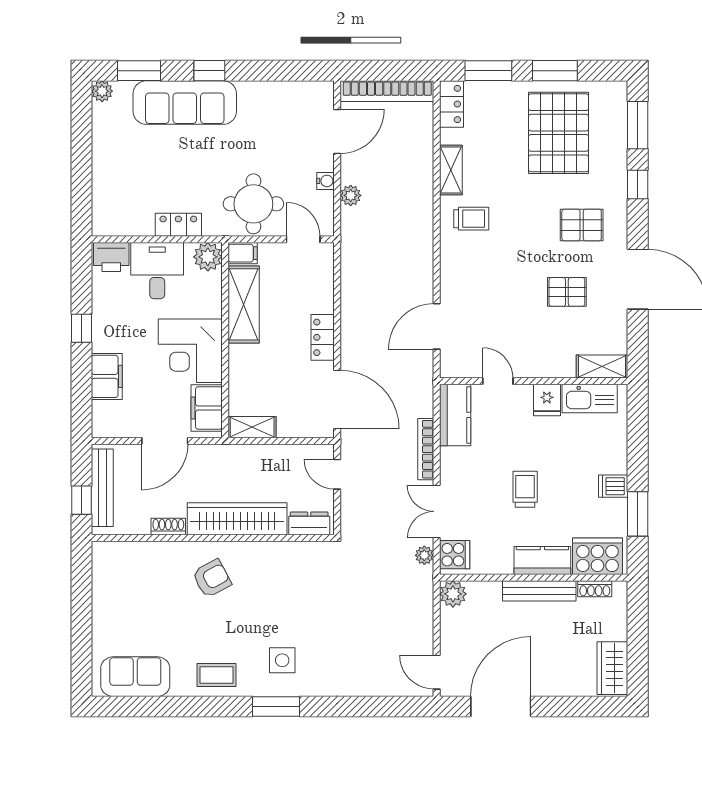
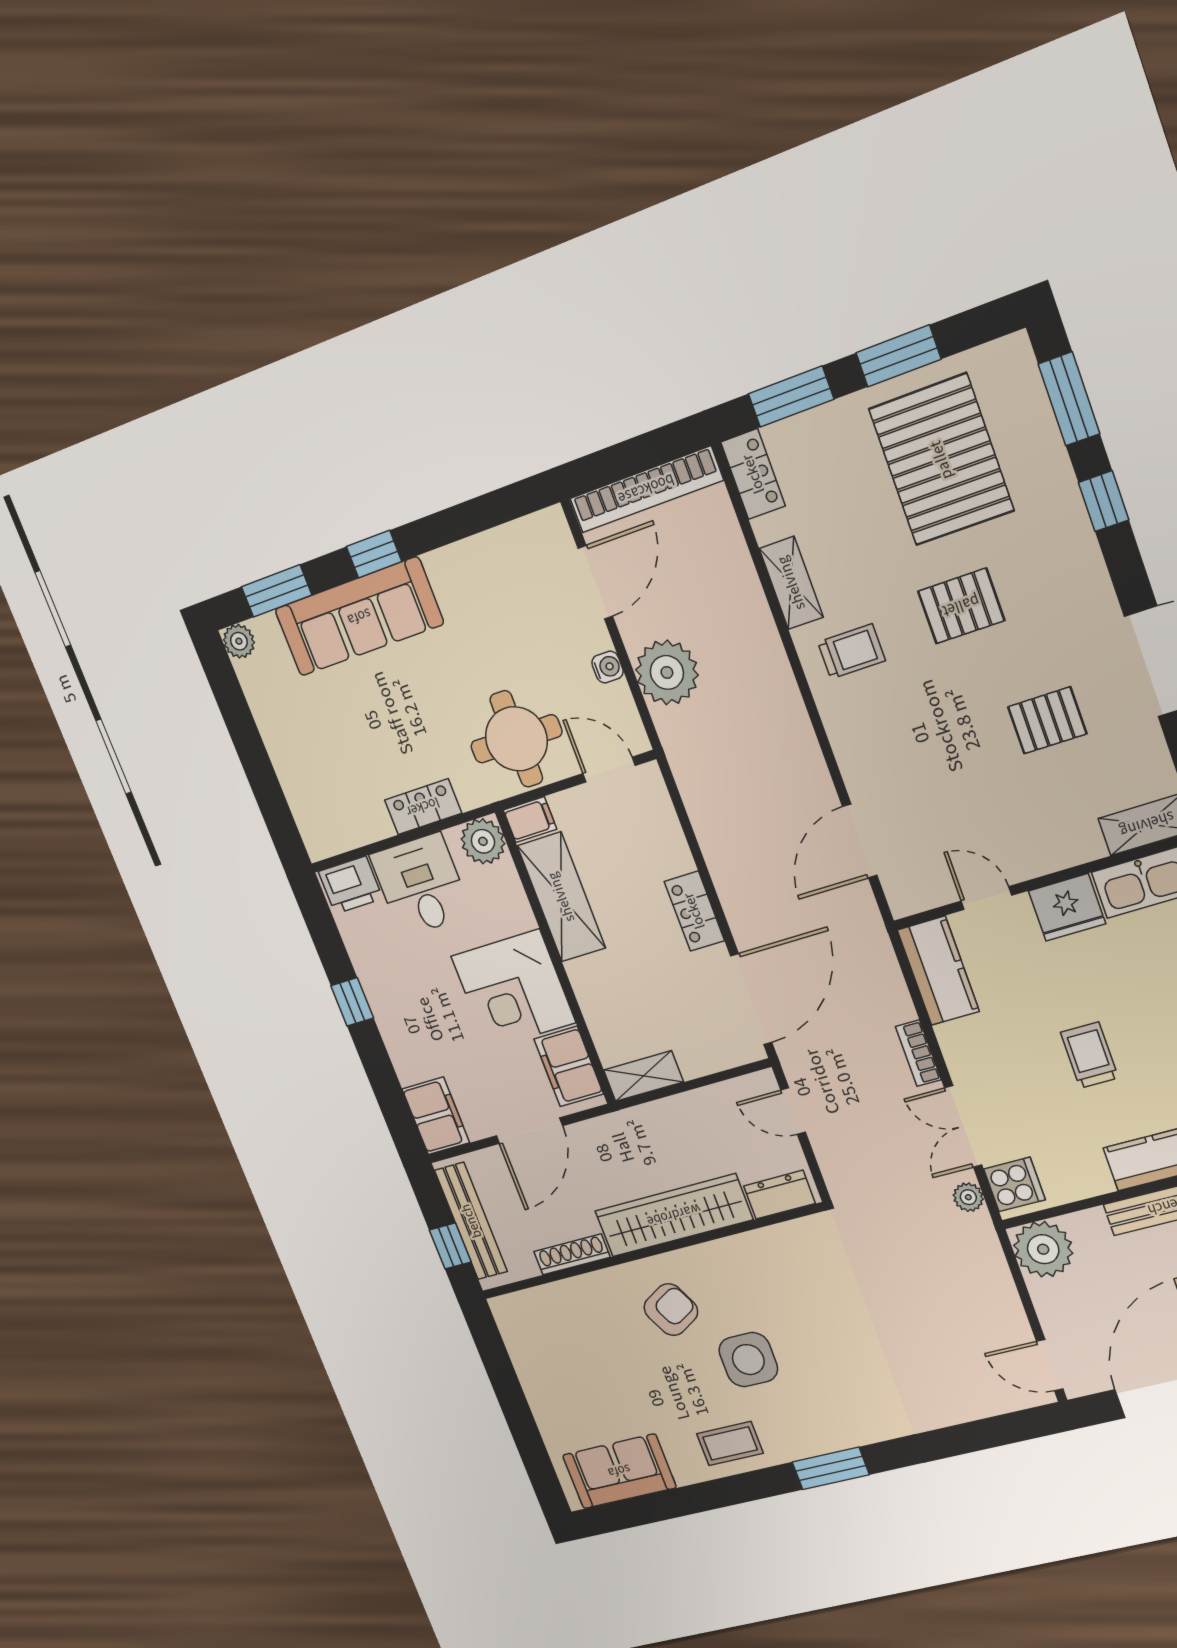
plant: (351, 195) -> (667, 672), width x1.87, depth x1.87
pallet: (582, 225) -> (961, 606), moved
filing cabinet: (107, 376) -> (436, 1116), moved
door: (337, 400) -> (751, 999), hinge flipped
fridge: (547, 400) -> (1067, 907), width x1.38
bookcase: (426, 449) -> (918, 1053), width x0.64
shoe rack: (168, 527) -> (572, 1254), width x1.43
plant: (453, 594) -> (1043, 1249), width x1.36, depth x1.36
side table: (282, 660) -> (748, 1360), moved, width x1.37, depth x1.37

